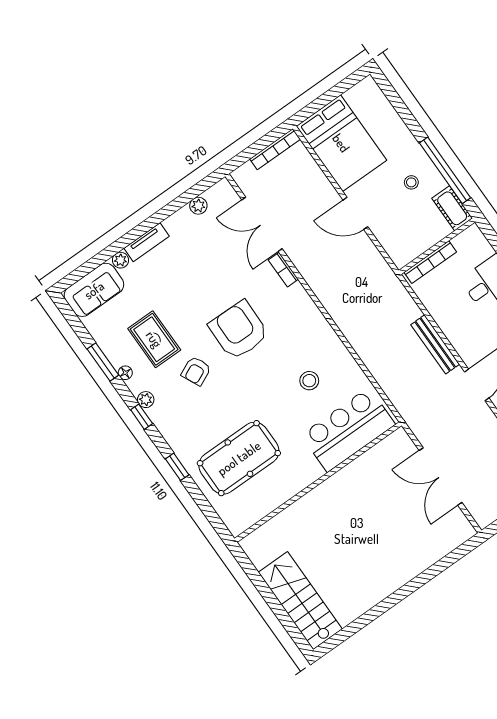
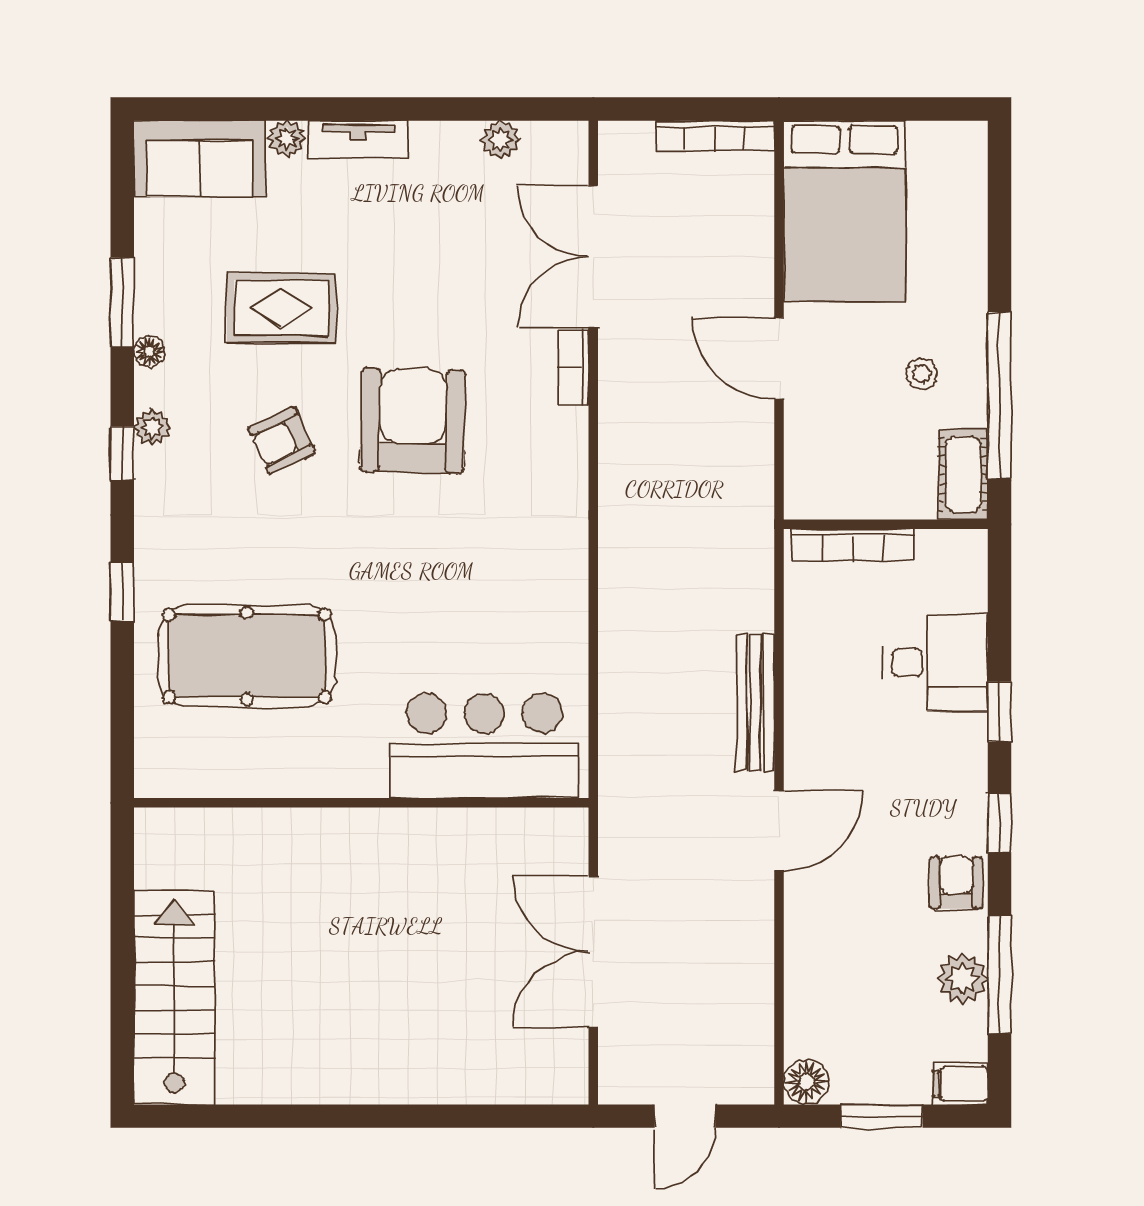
rug: (154, 339) -> (281, 308), moved, turned 90
stool: (309, 381) -> (477, 605), removed

